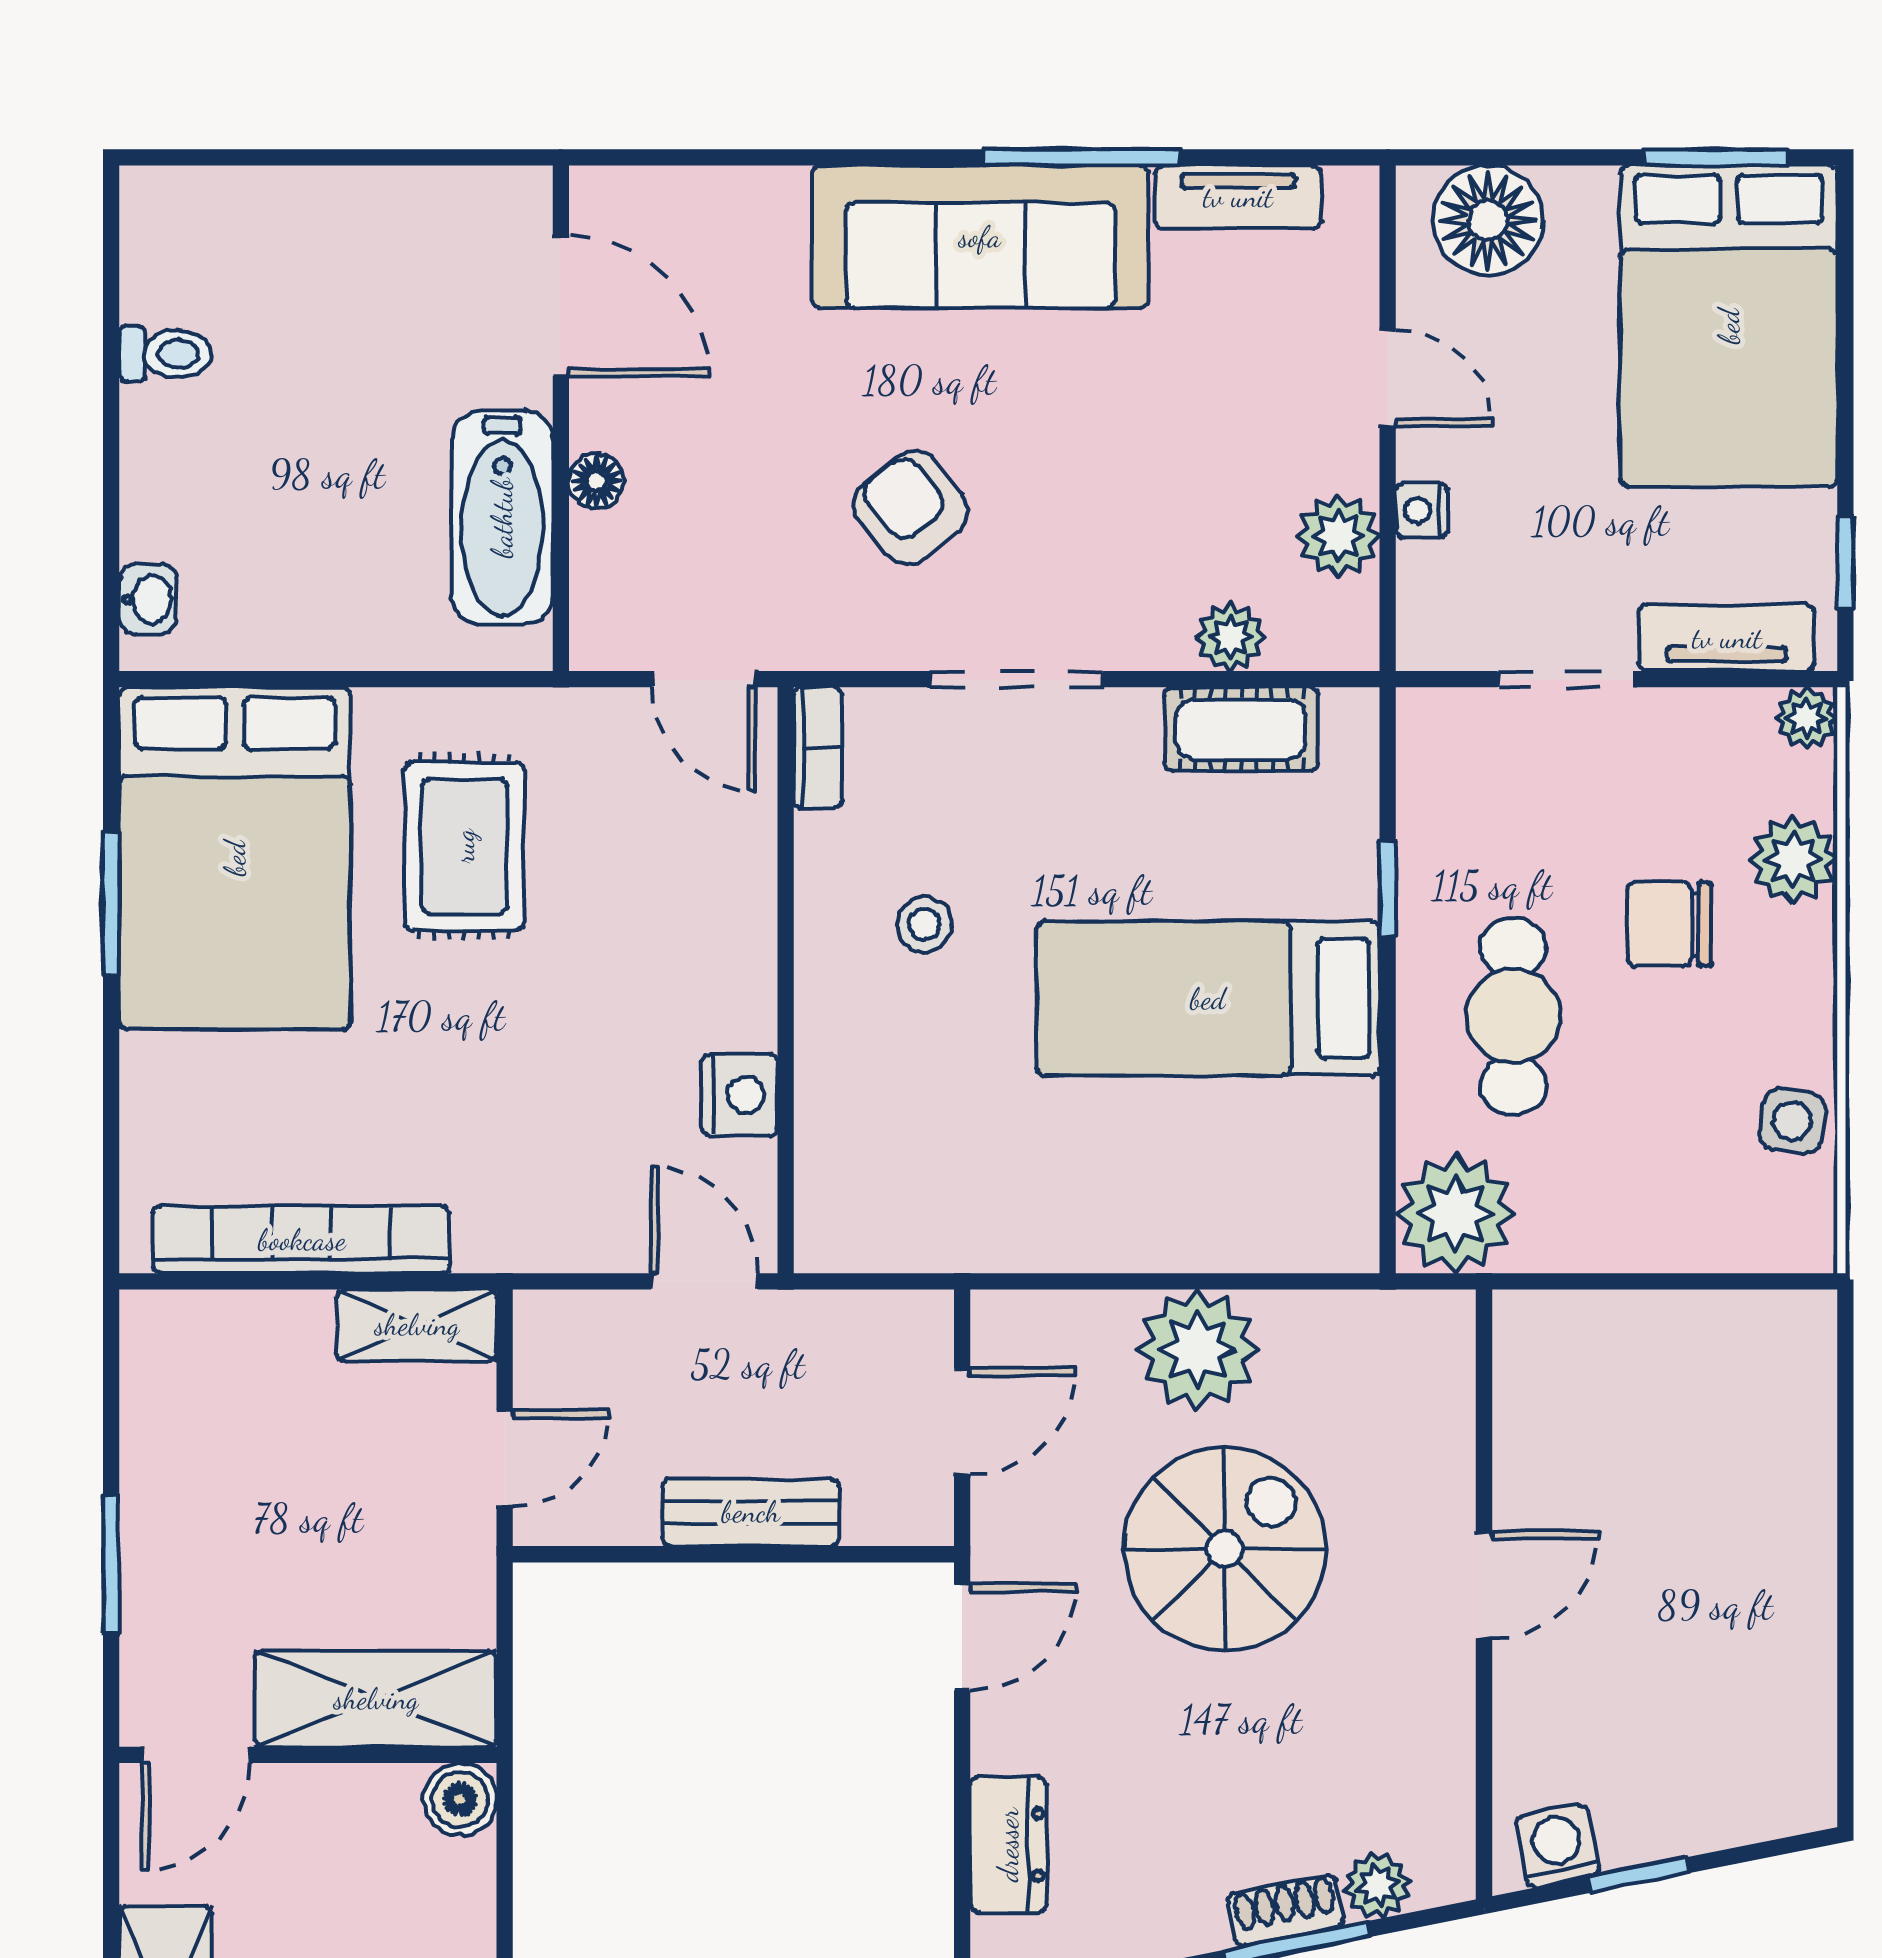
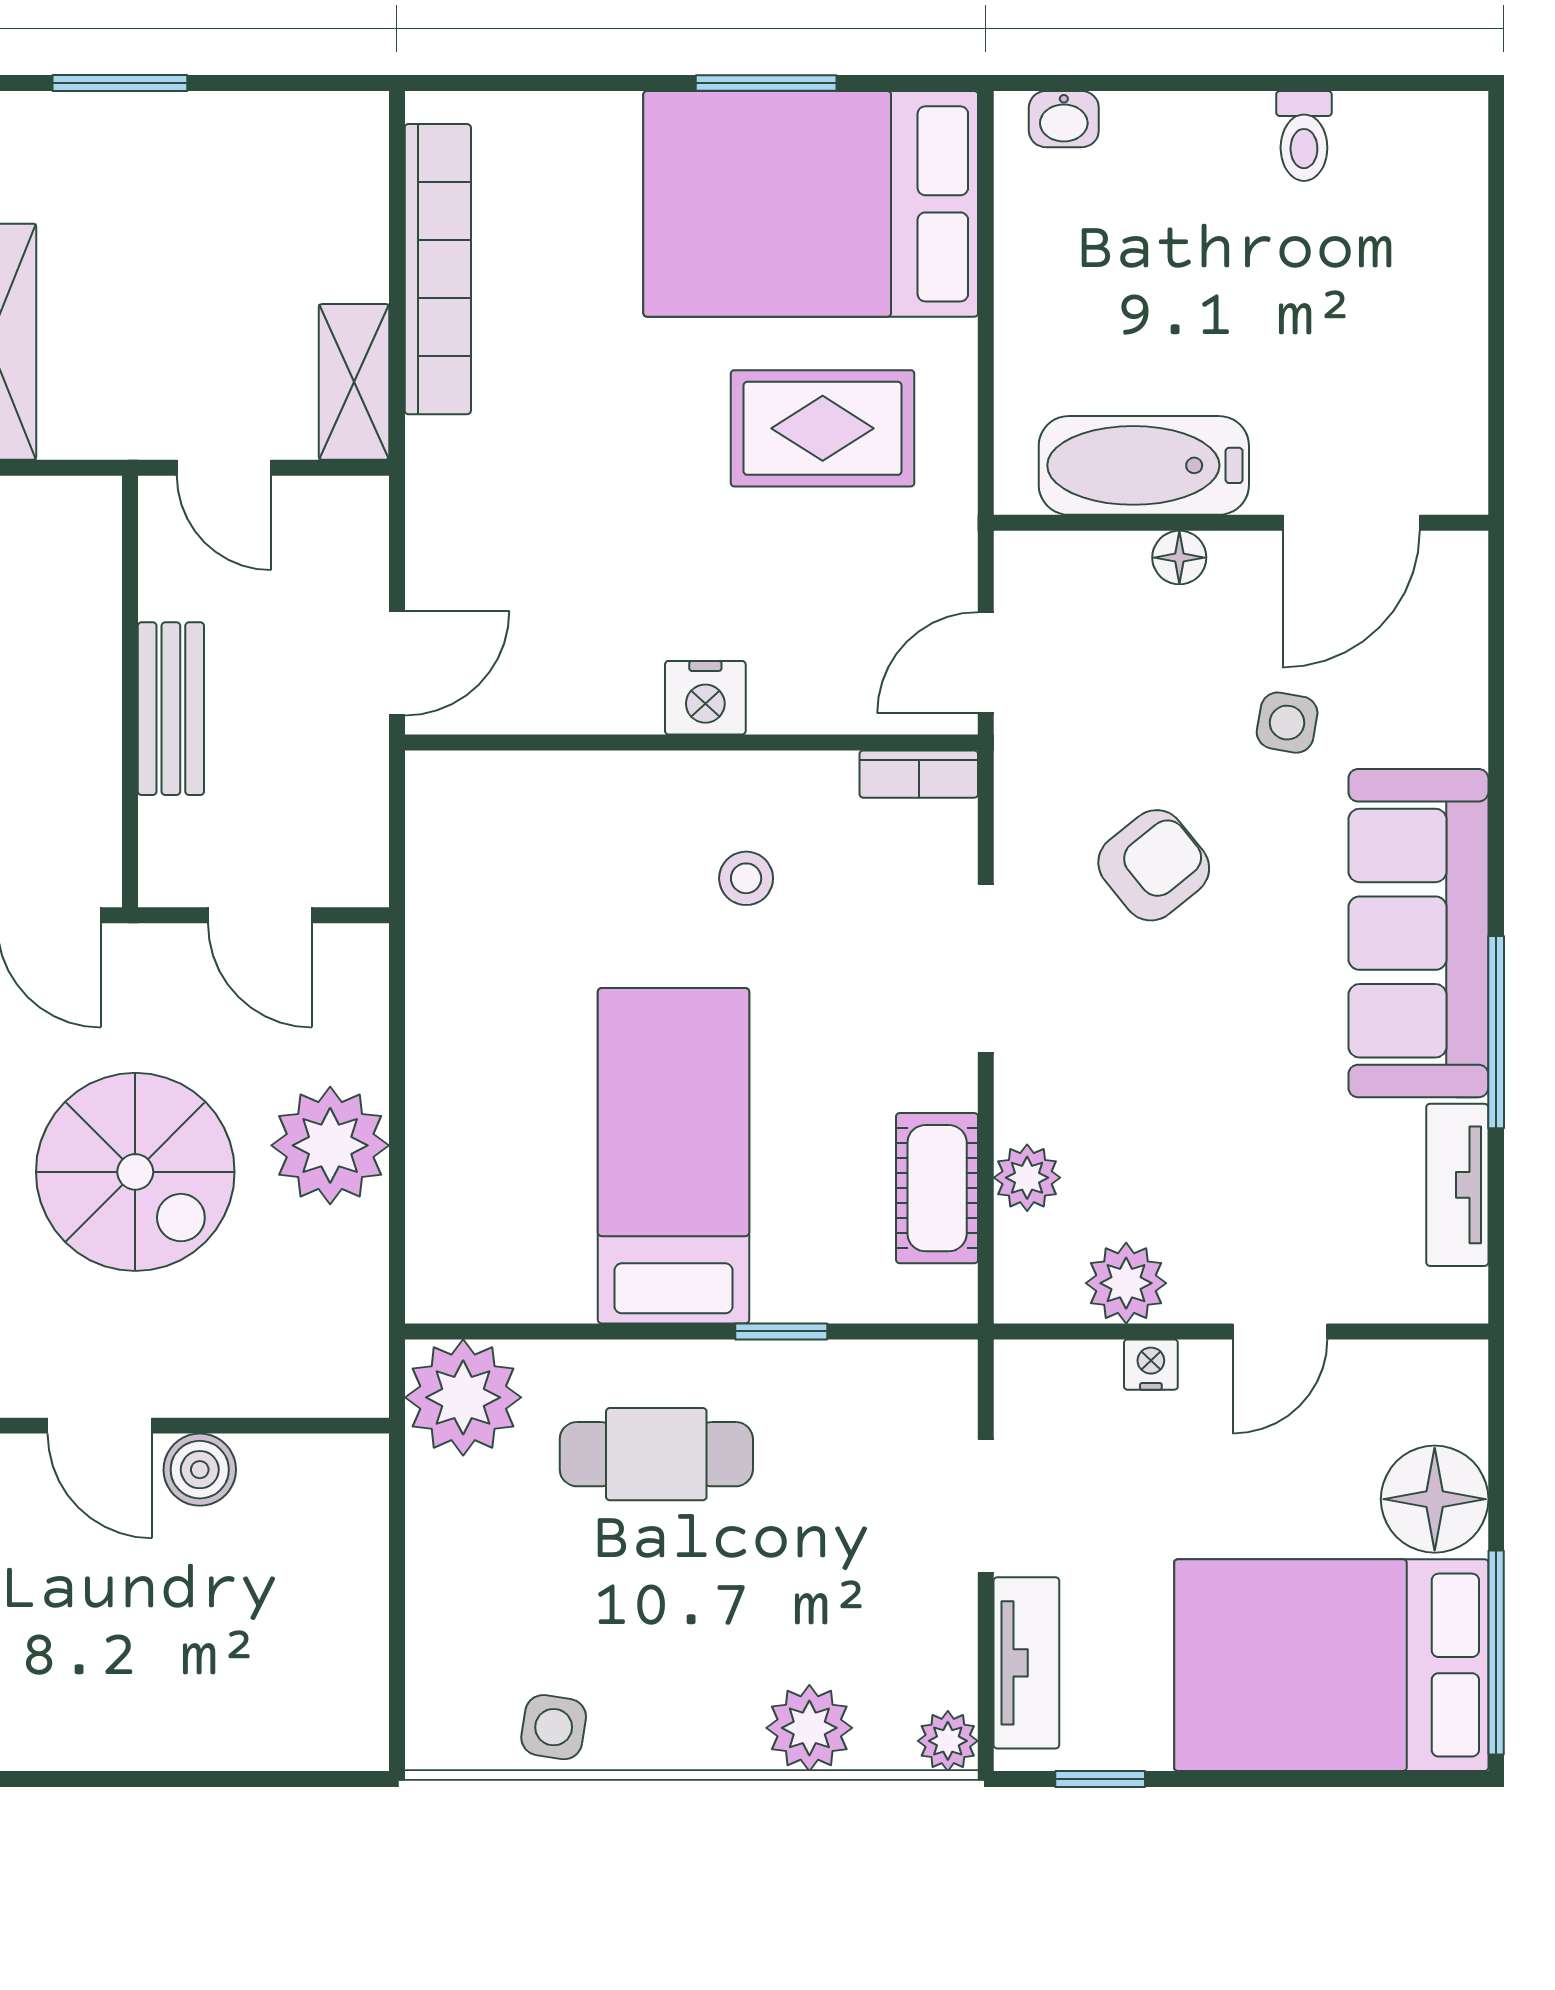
window: (1716, 157) -> (1496, 1652), width x1.44
floor lamp: (1488, 220) -> (1435, 1499), moved
side table: (765, 371) -> (1287, 723), added
chair: (1669, 924) -> (746, 1607), removed
nightstand: (740, 1095) -> (705, 698), moved
boiler: (1529, 1483) -> (200, 1470), added

